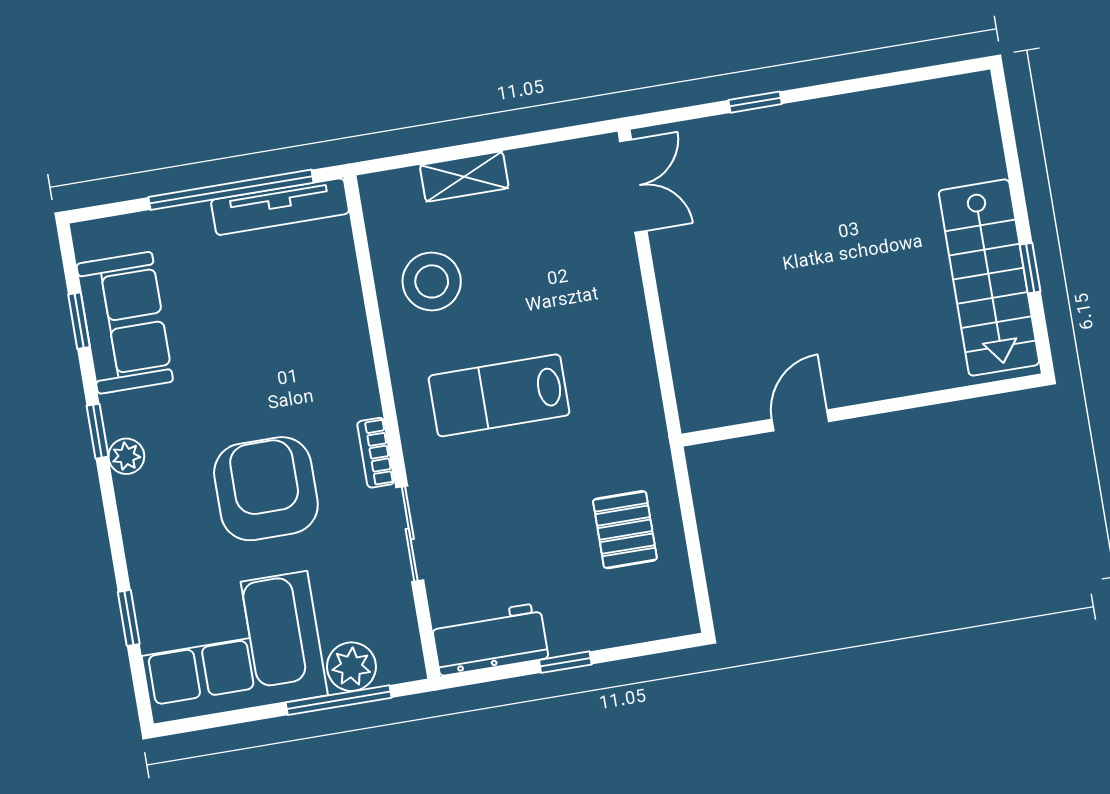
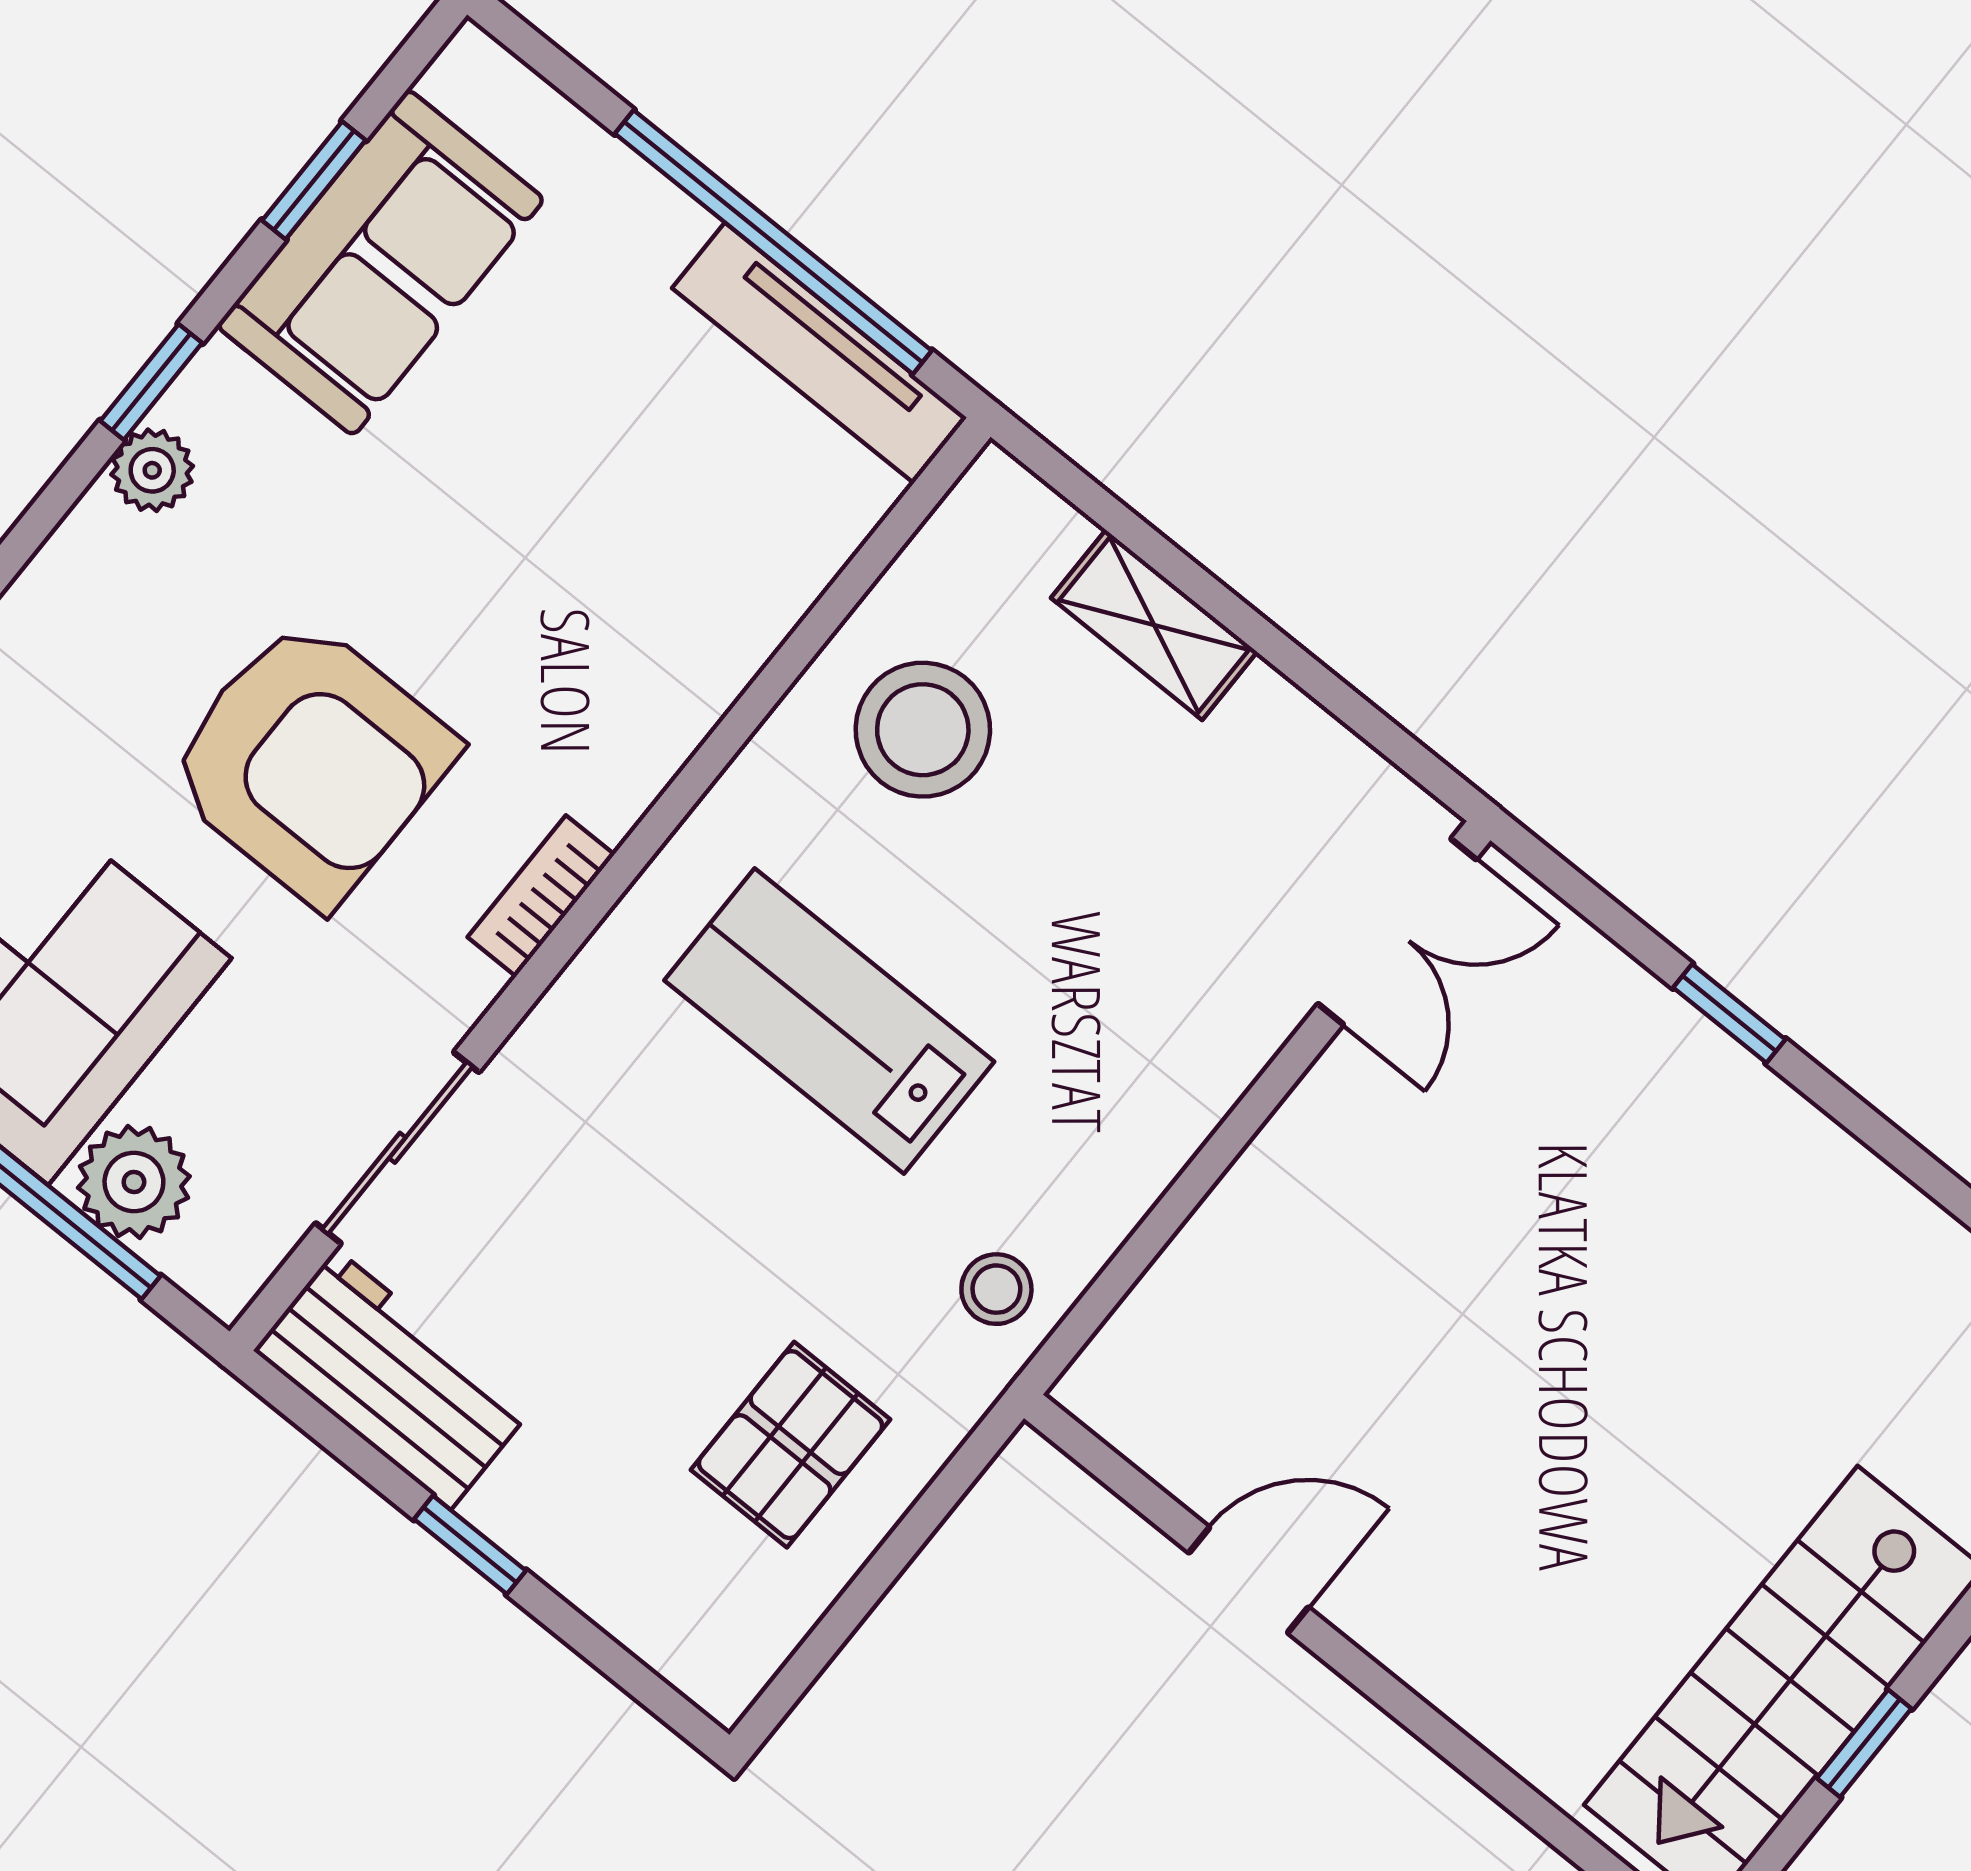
stool: (634, 418) -> (996, 1289), added
armchair: (266, 489) -> (310, 761), turned 90
sliding door: (410, 534) -> (397, 1148), moved

